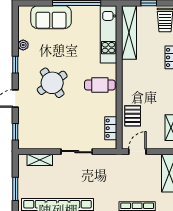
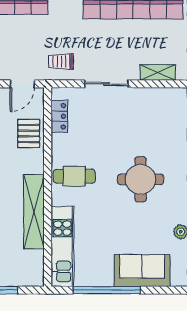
shelving: (129, 32) -> (34, 212), moved
round table: (52, 83) -> (141, 179), turned 35
trolley: (109, 168) -> (61, 61), added

